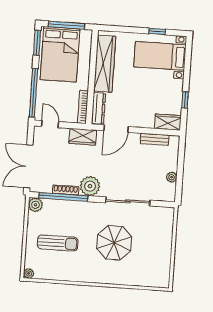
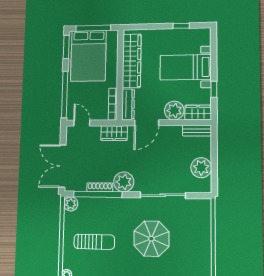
bed with nightstands: (160, 56) -> (186, 67), moved
plant: (144, 118) -> (174, 111), added
bench: (155, 139) -> (197, 131), moved
plant: (172, 177) -> (201, 168), width x1.88, depth x1.88

